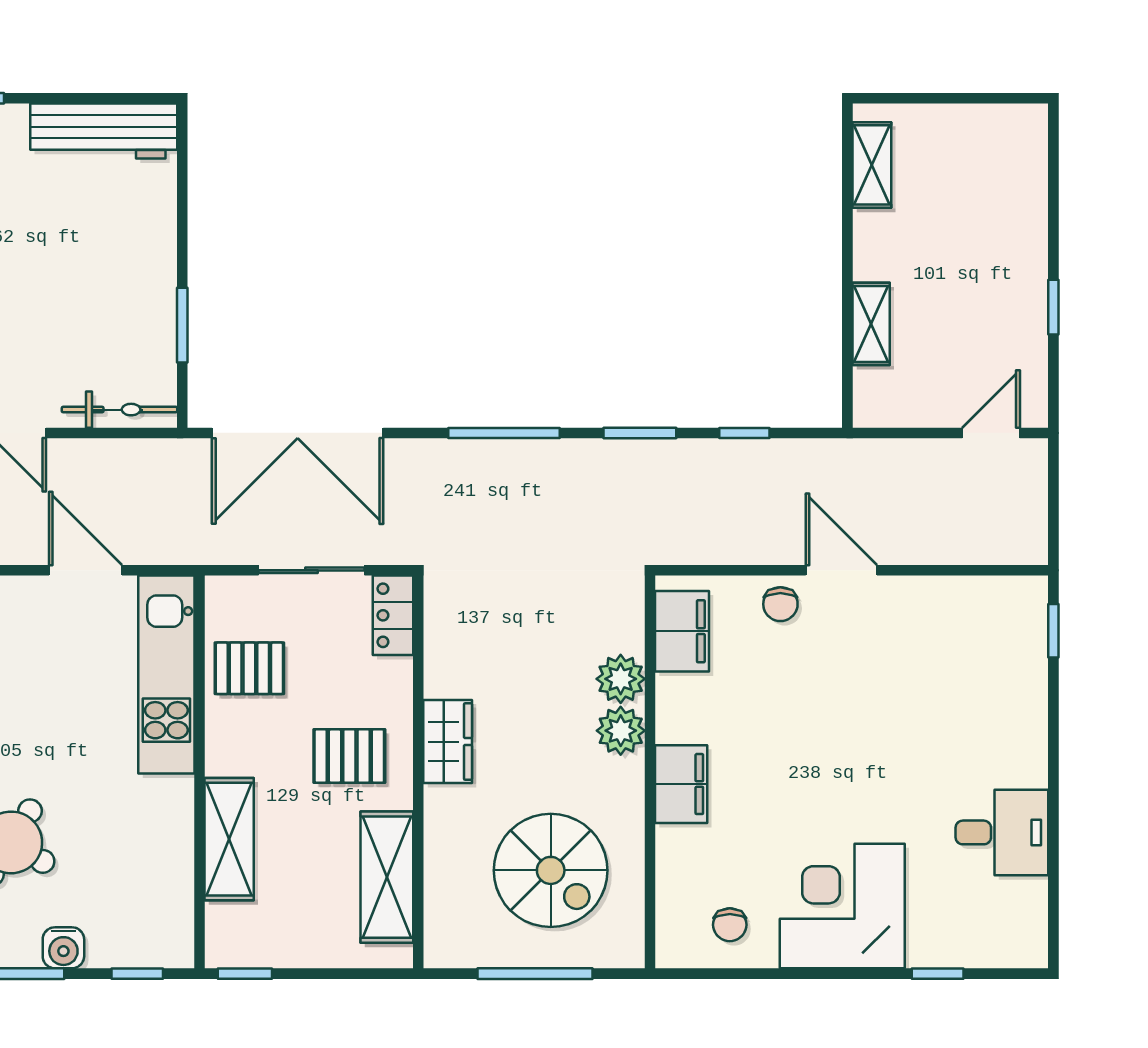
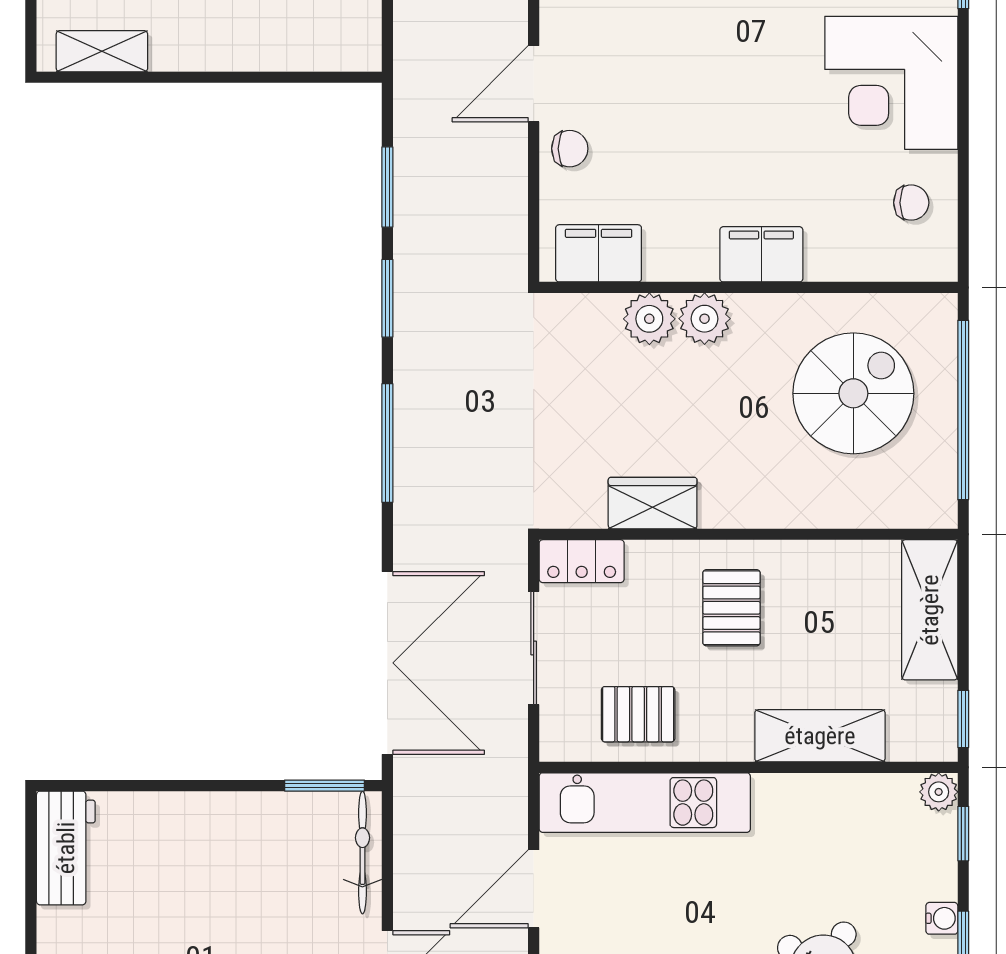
workbench: (104, 131) -> (66, 848), width x0.73
shelving: (871, 324) -> (271, 52), removed
window: (182, 325) -> (325, 786), moved
window: (744, 433) -> (387, 187), width x1.50
pallet: (249, 668) -> (638, 714), turned 90
wardrobe: (448, 742) -> (653, 503), moved
shelving: (387, 877) -> (930, 610), moved, turned 90
water cooler: (63, 948) -> (942, 918), width x0.72, depth x0.72
plant: (176, 951) -> (939, 792), added
window: (535, 974) -> (963, 410), width x1.46

